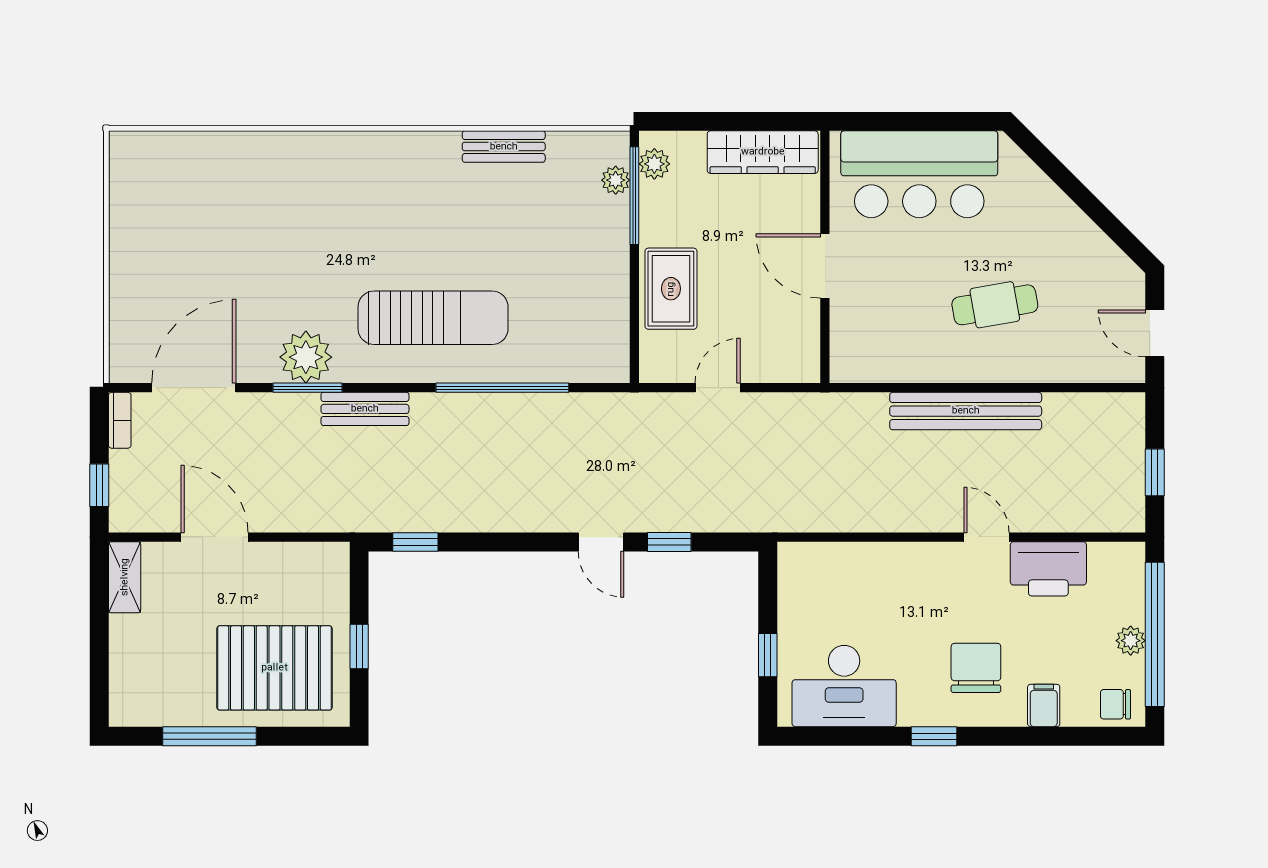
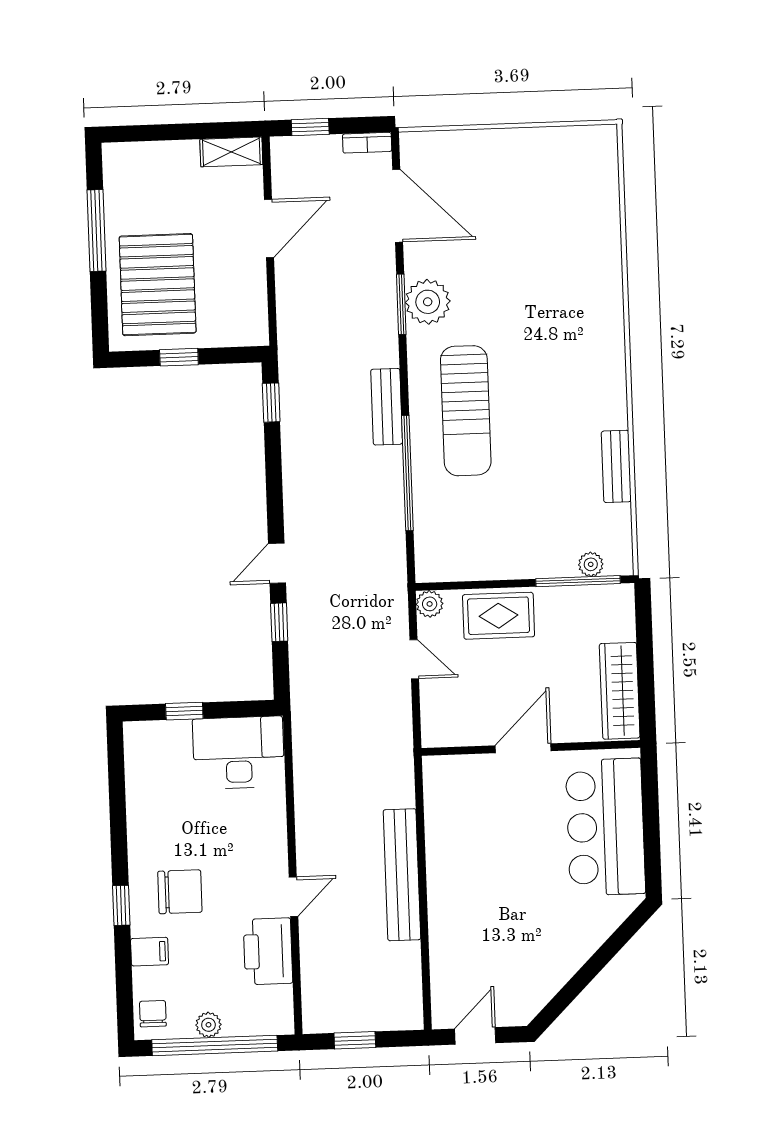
plant: (654, 164) -> (430, 604), moved
cafe table: (995, 305) -> (495, 897), removed
bench: (365, 409) -> (387, 407), moved
desk: (844, 686) -> (239, 753), moved, turned 90
window: (934, 736) -> (121, 905), moved

